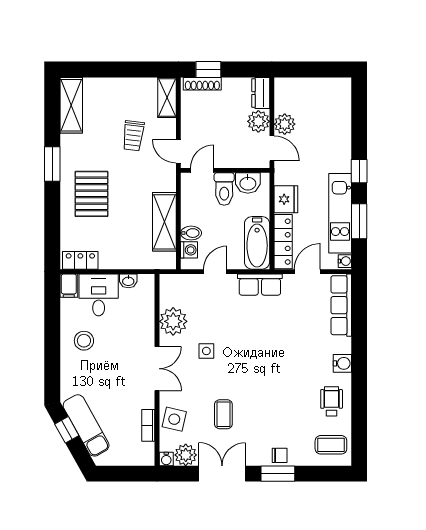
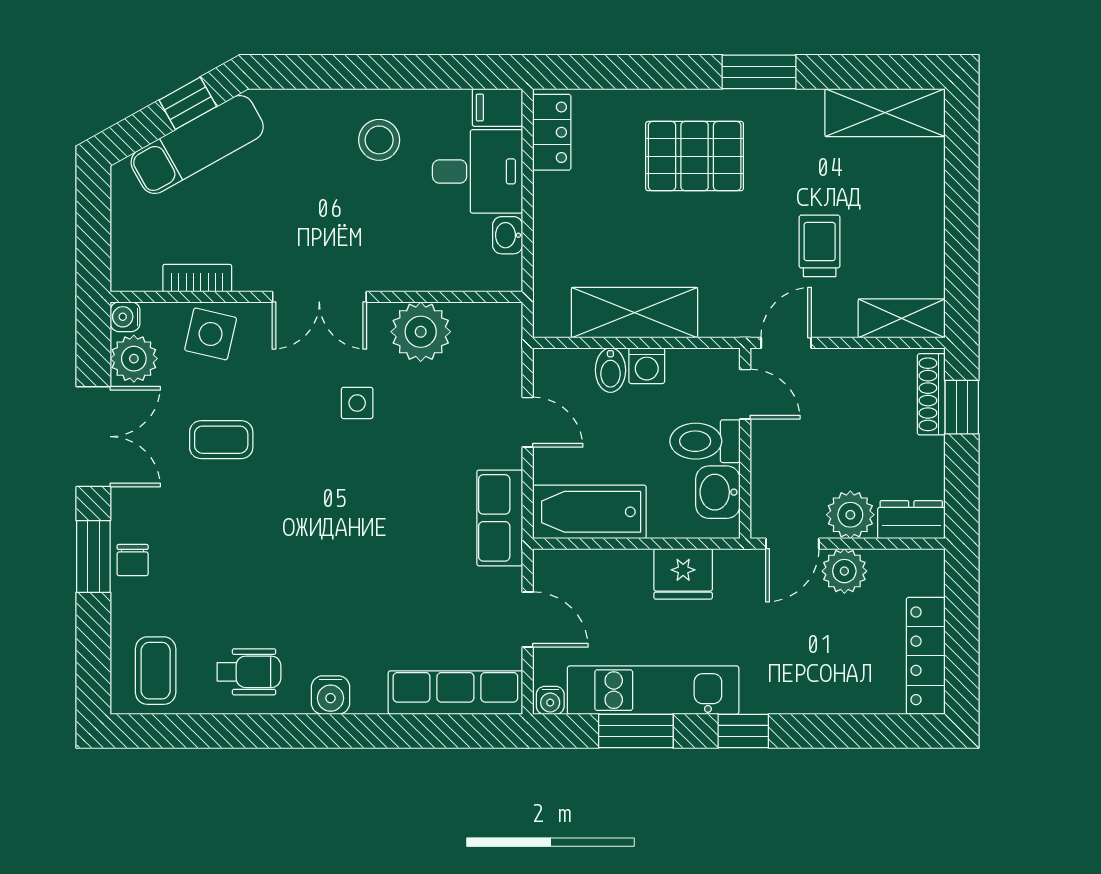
trolley: (133, 136) -> (820, 246), turned 83
locker: (283, 242) -> (926, 656), moved, turned 90
washing machine: (189, 250) -> (647, 366), moved

